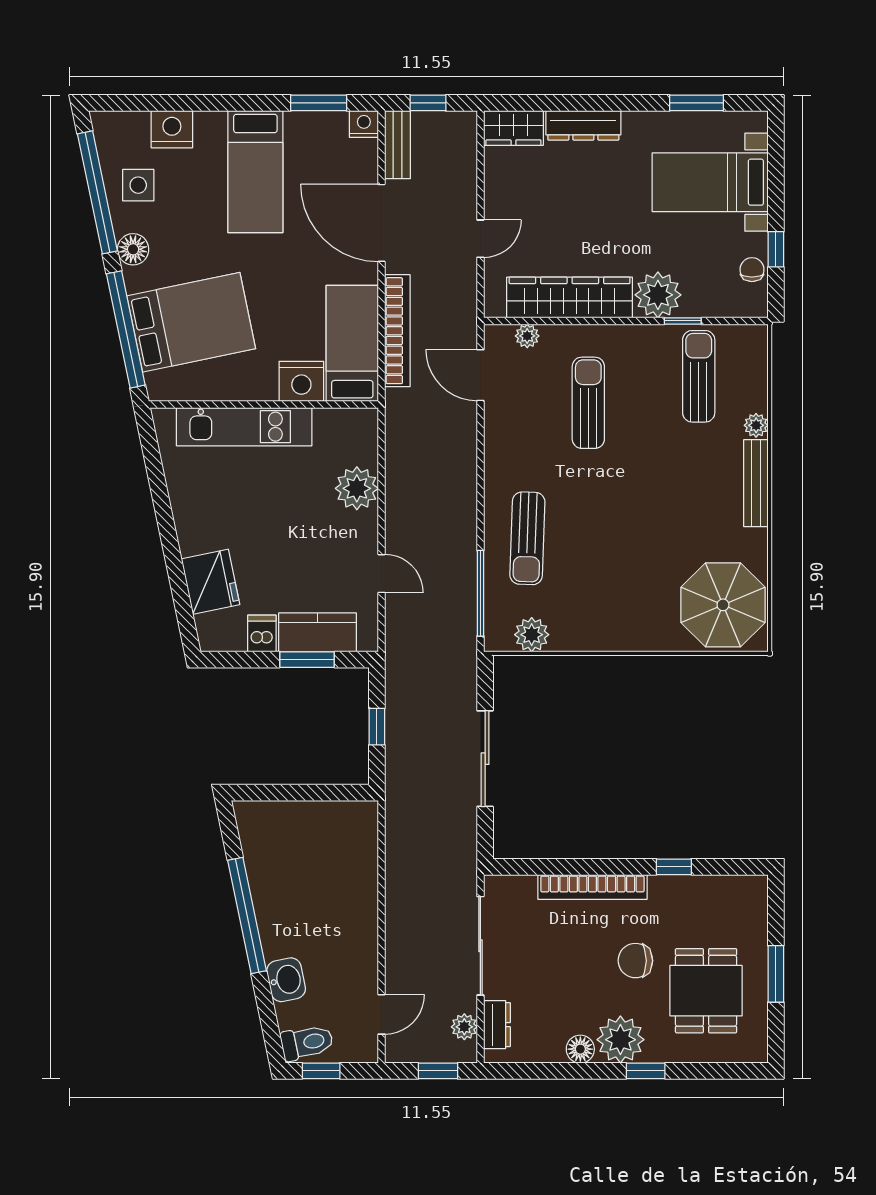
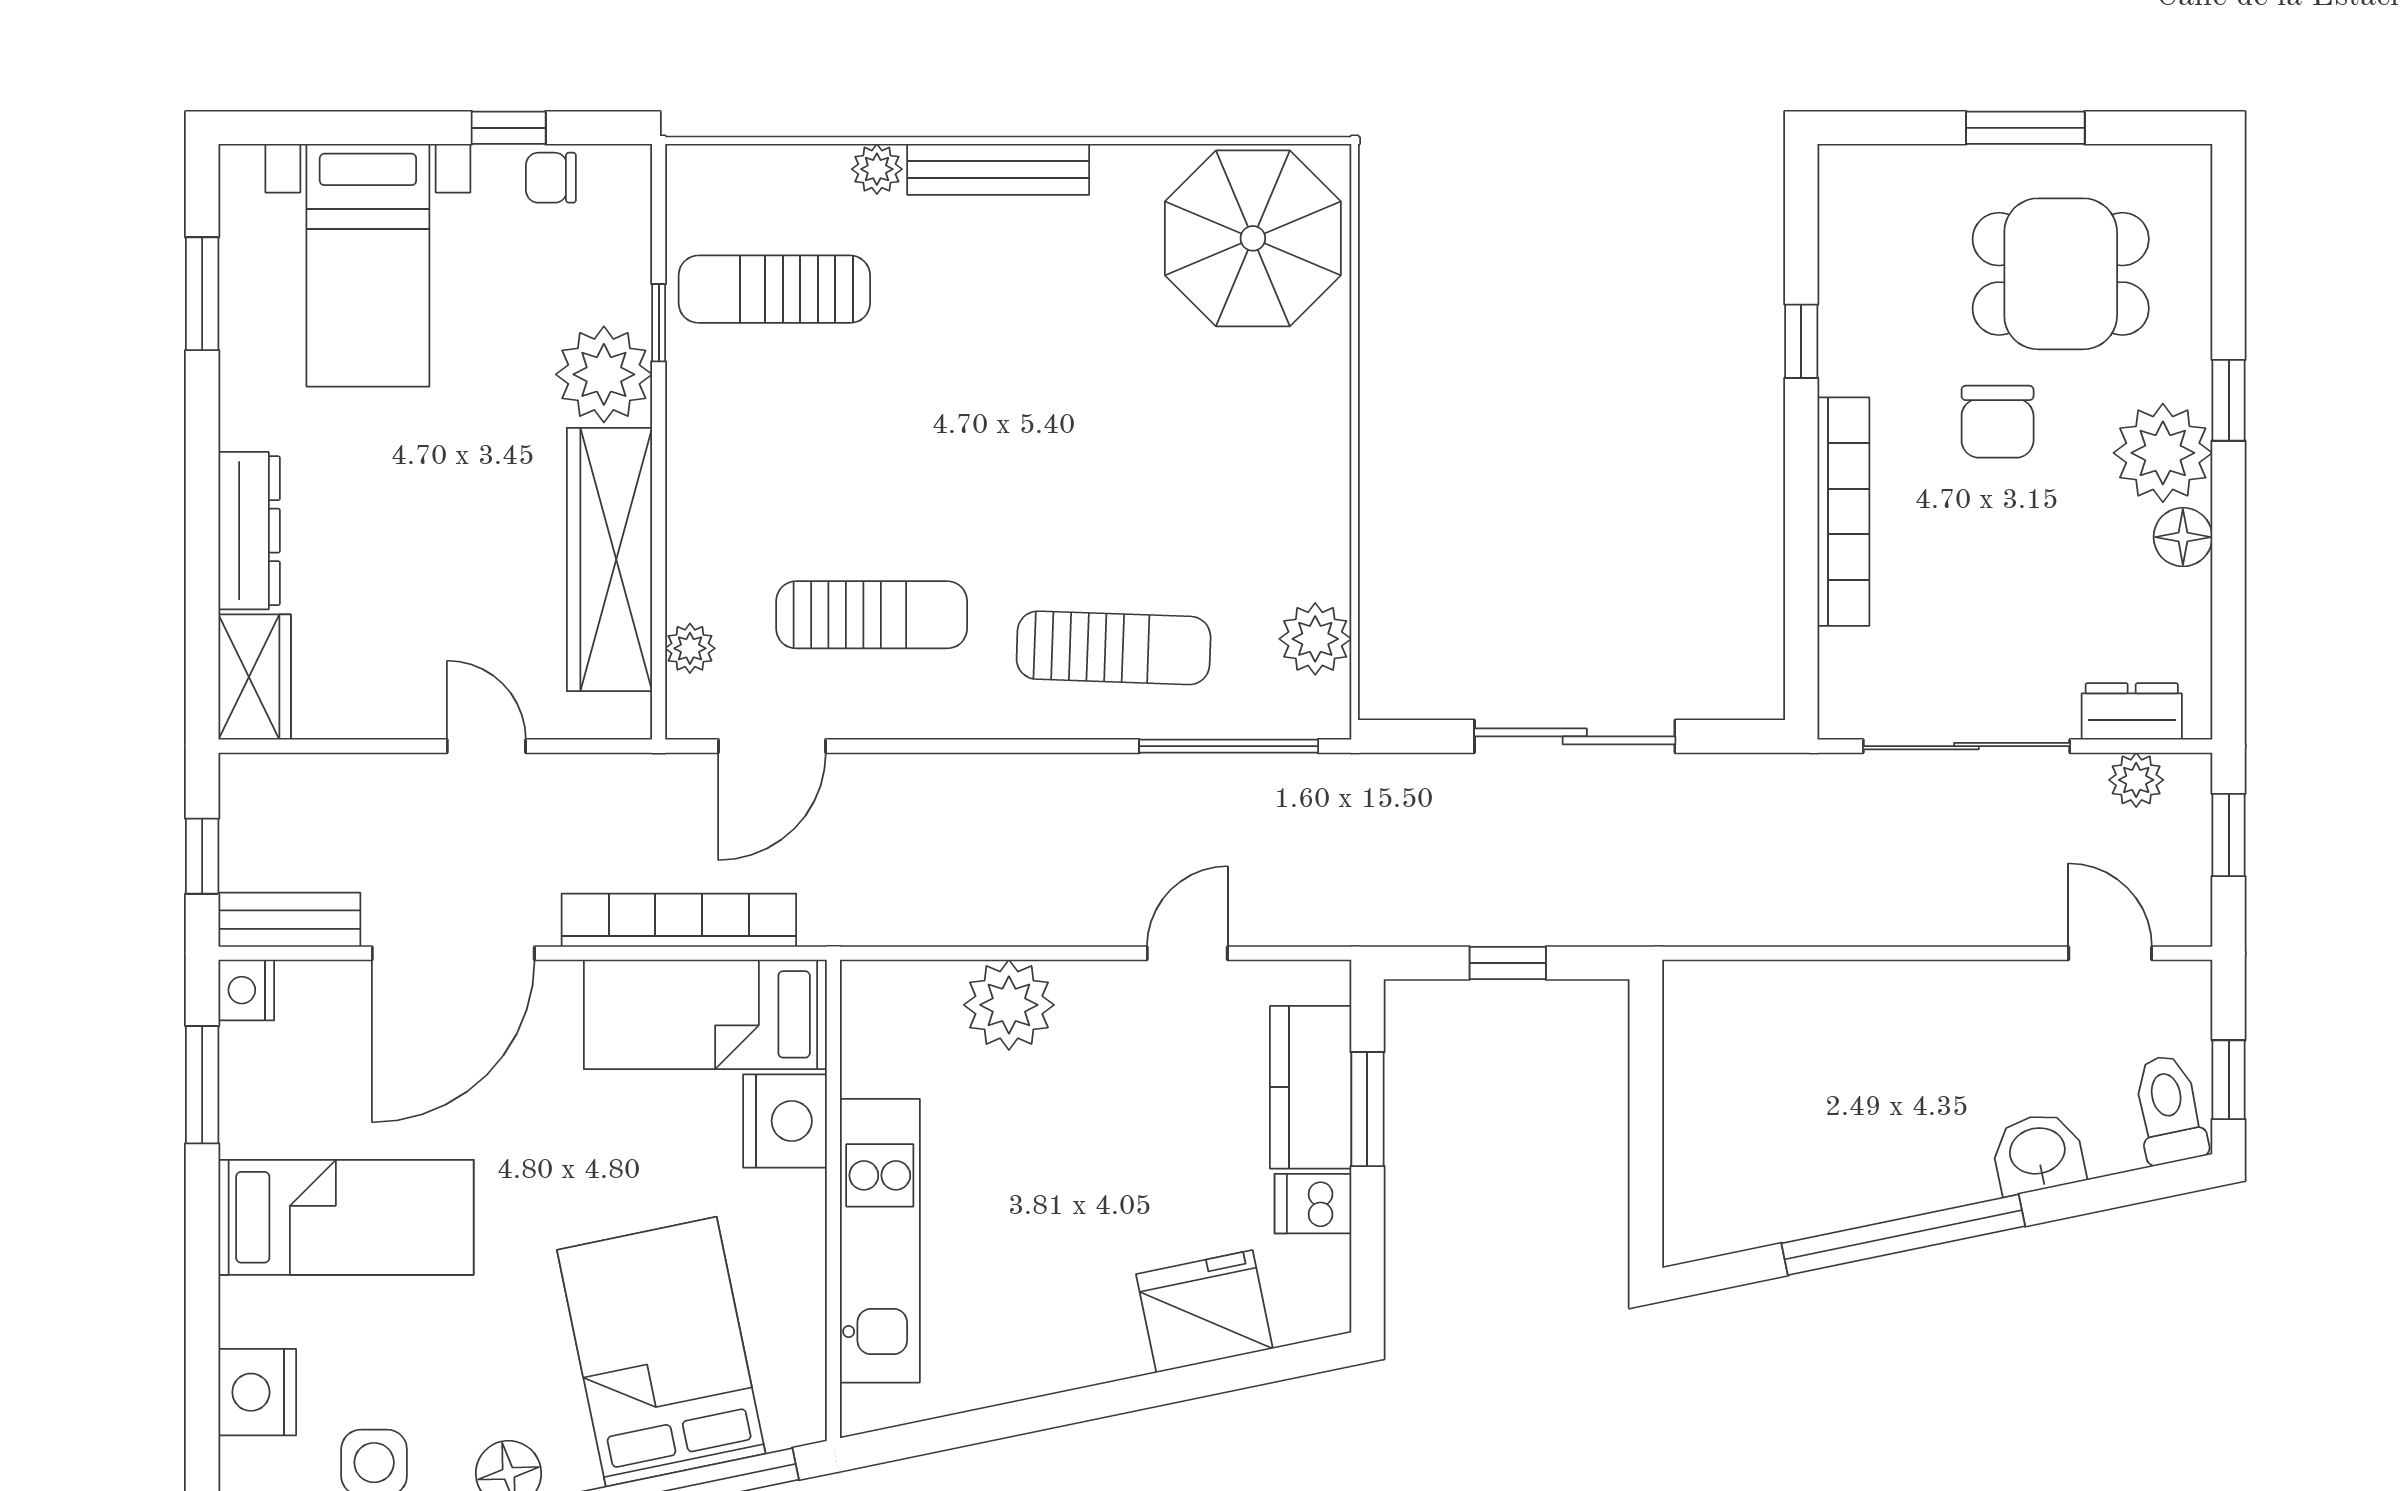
sun lounger: (588, 403) -> (872, 615), moved, turned 180

